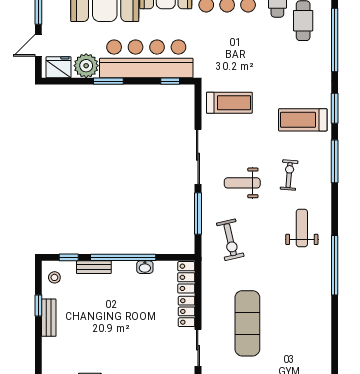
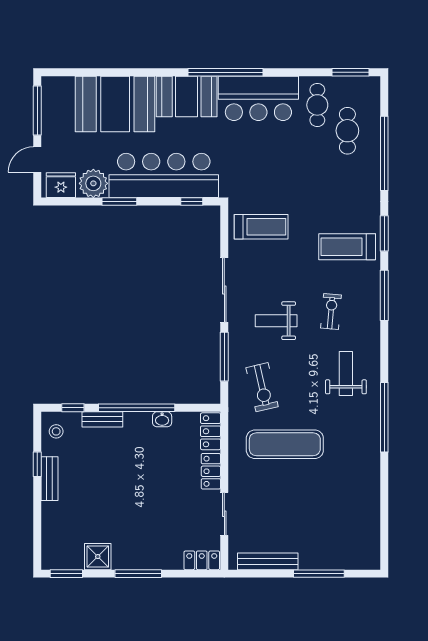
exercise mat: (247, 323) -> (285, 444), moved, turned 90

